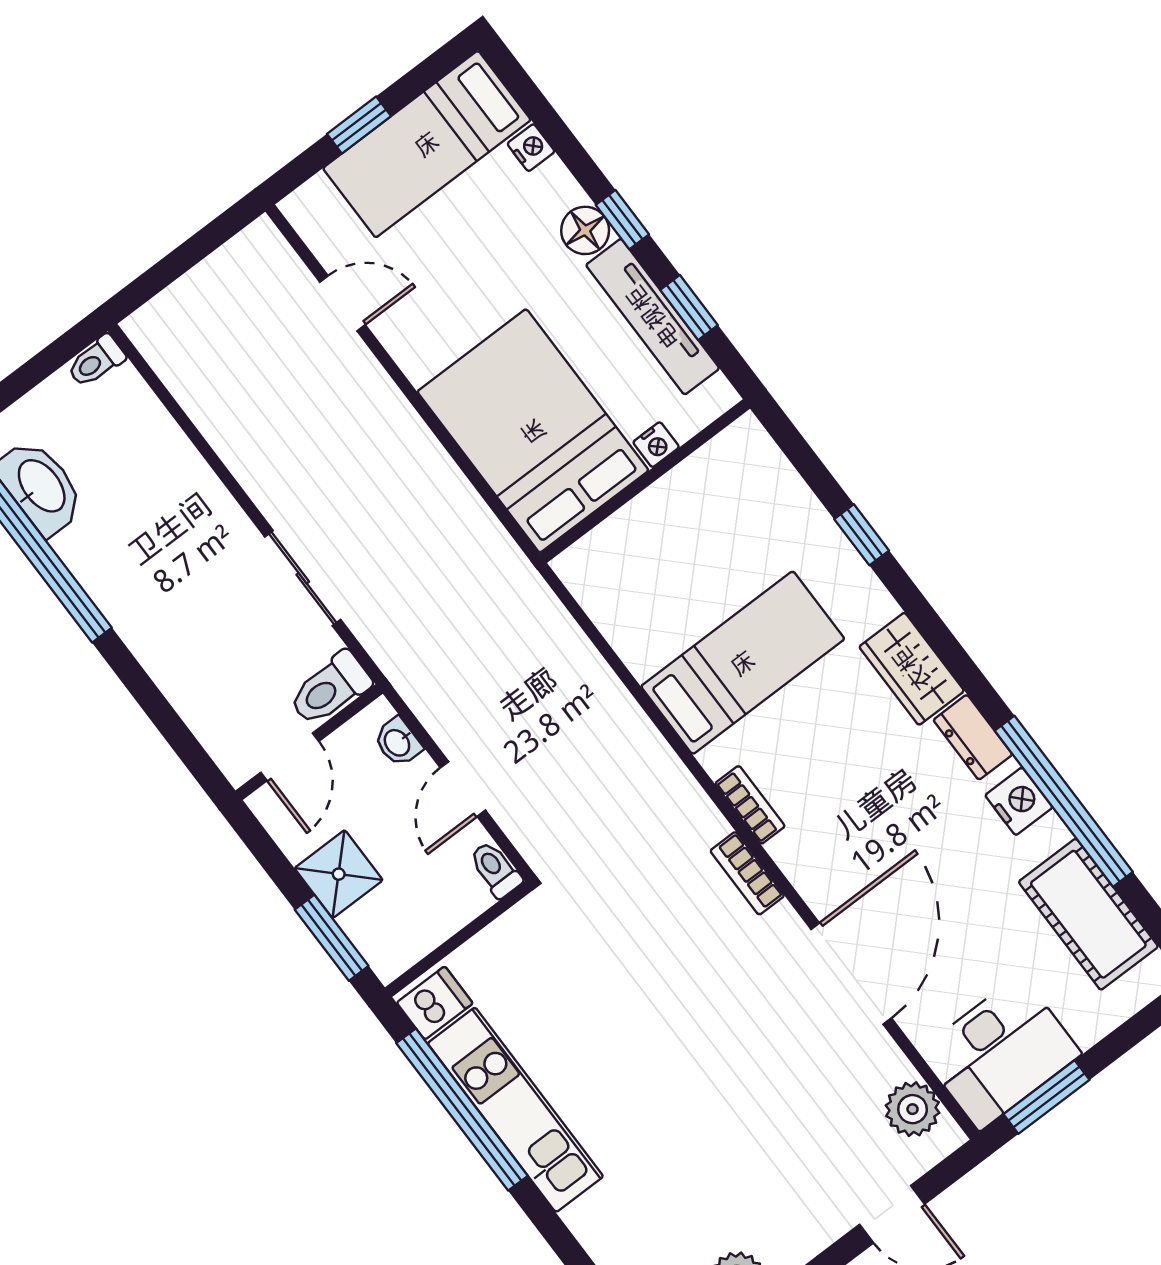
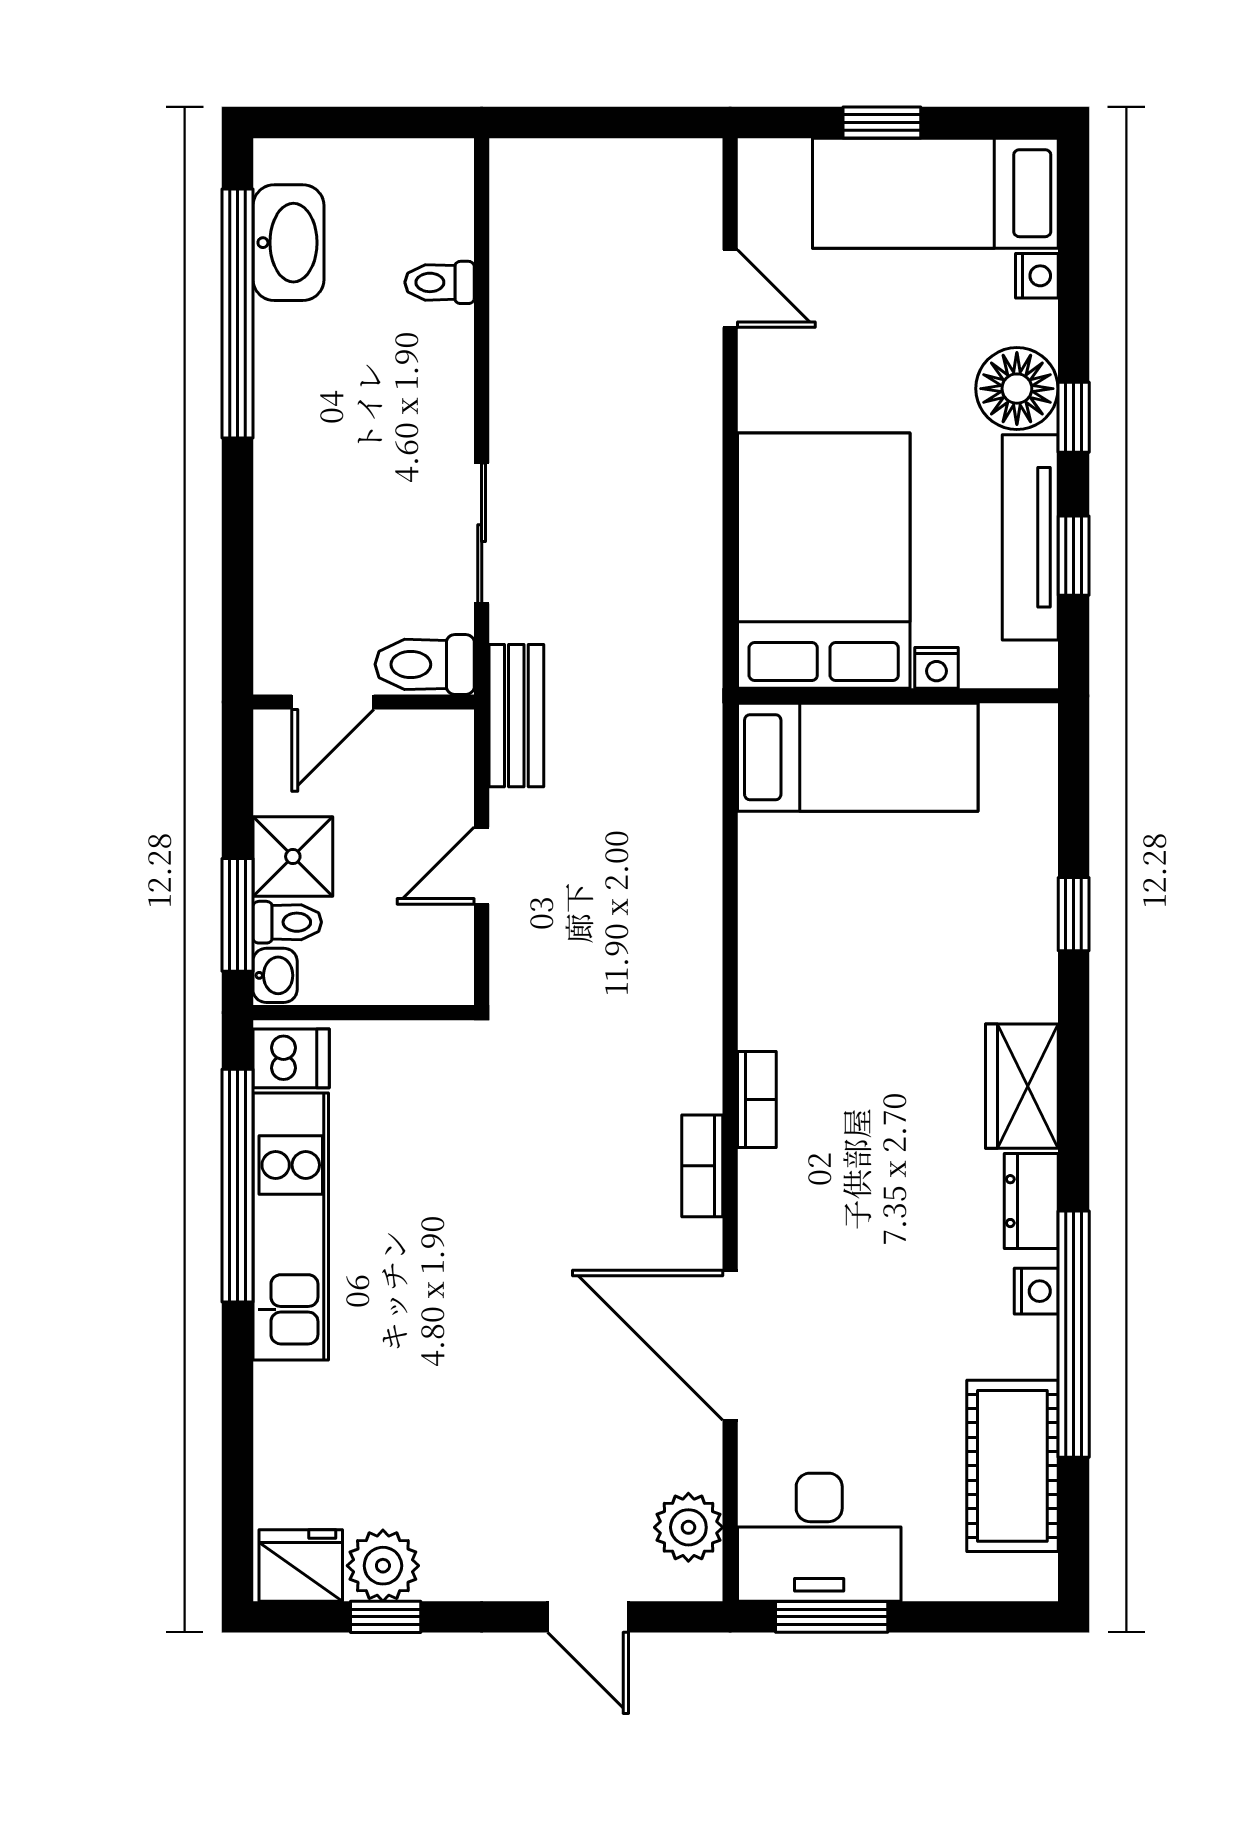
floor lamp: (585, 230) -> (1017, 389), width x1.38, depth x1.38
toilet: (96, 361) -> (440, 282), moved
bed: (743, 663) -> (858, 757), moved
bench: (413, 677) -> (516, 716), added
washbasin: (398, 742) -> (275, 975), moved, turned 180
nightstand: (1019, 801) -> (1036, 1291), width x0.72, depth x0.74
toilet: (495, 870) -> (287, 922), moved, turned 90
door: (851, 974) -> (730, 1345), swing flipped

